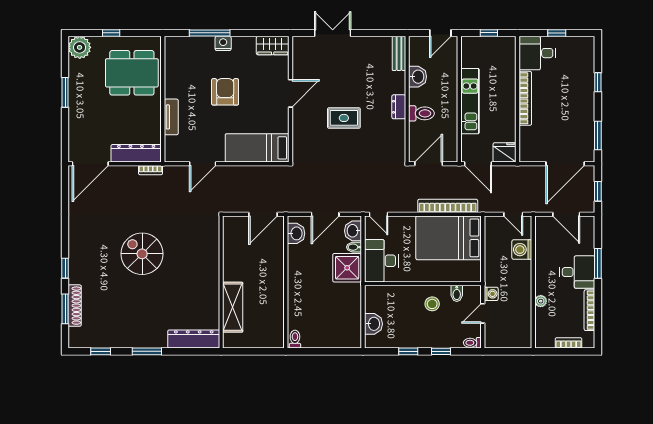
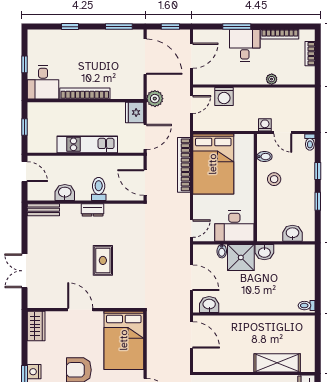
bed: (257, 148) -> (124, 340), width x1.50
plant: (520, 174) -> (155, 99), added
washbasin: (353, 231) -> (264, 252), moved

